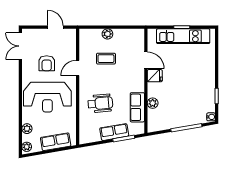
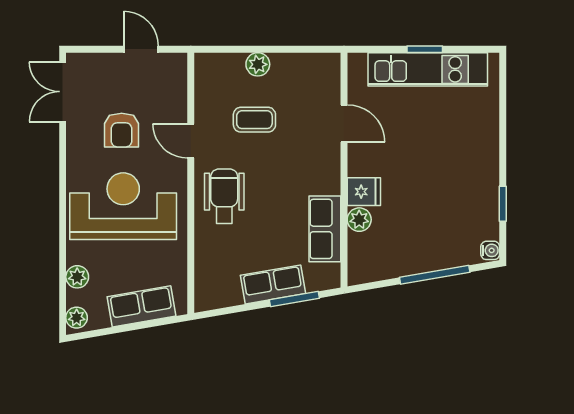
door: (78, 68) -> (191, 141), hinge flipped
fridge: (155, 76) -> (364, 192), moved
reception desk: (47, 97) -> (123, 206), turned 180
wheelchair: (100, 103) -> (224, 196), moved, turned -85

